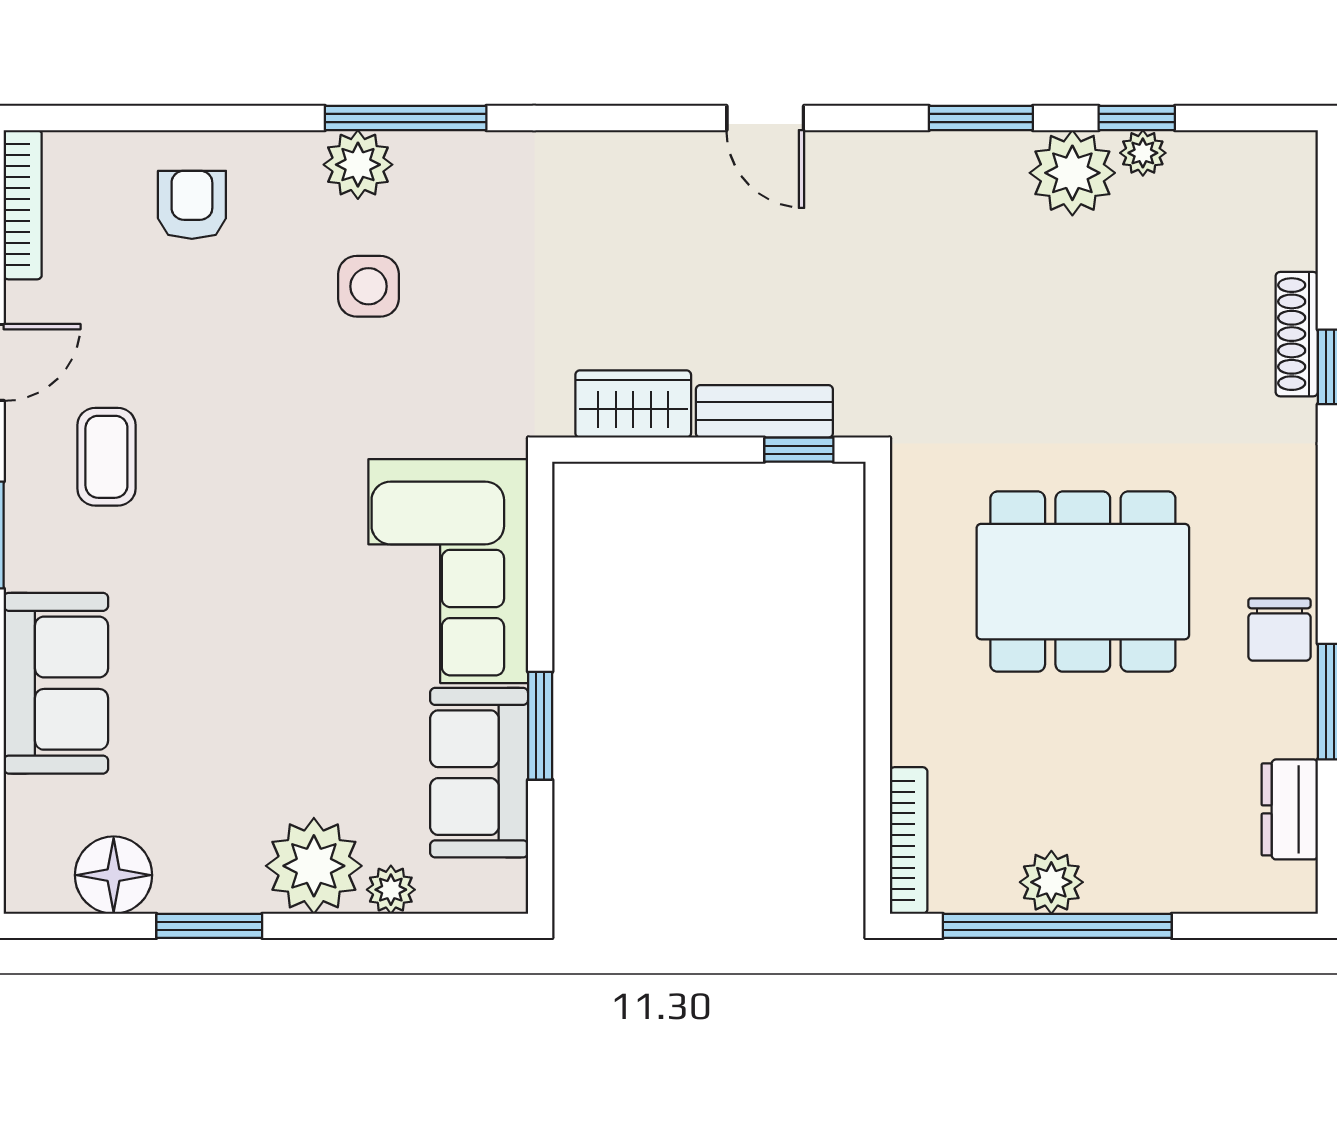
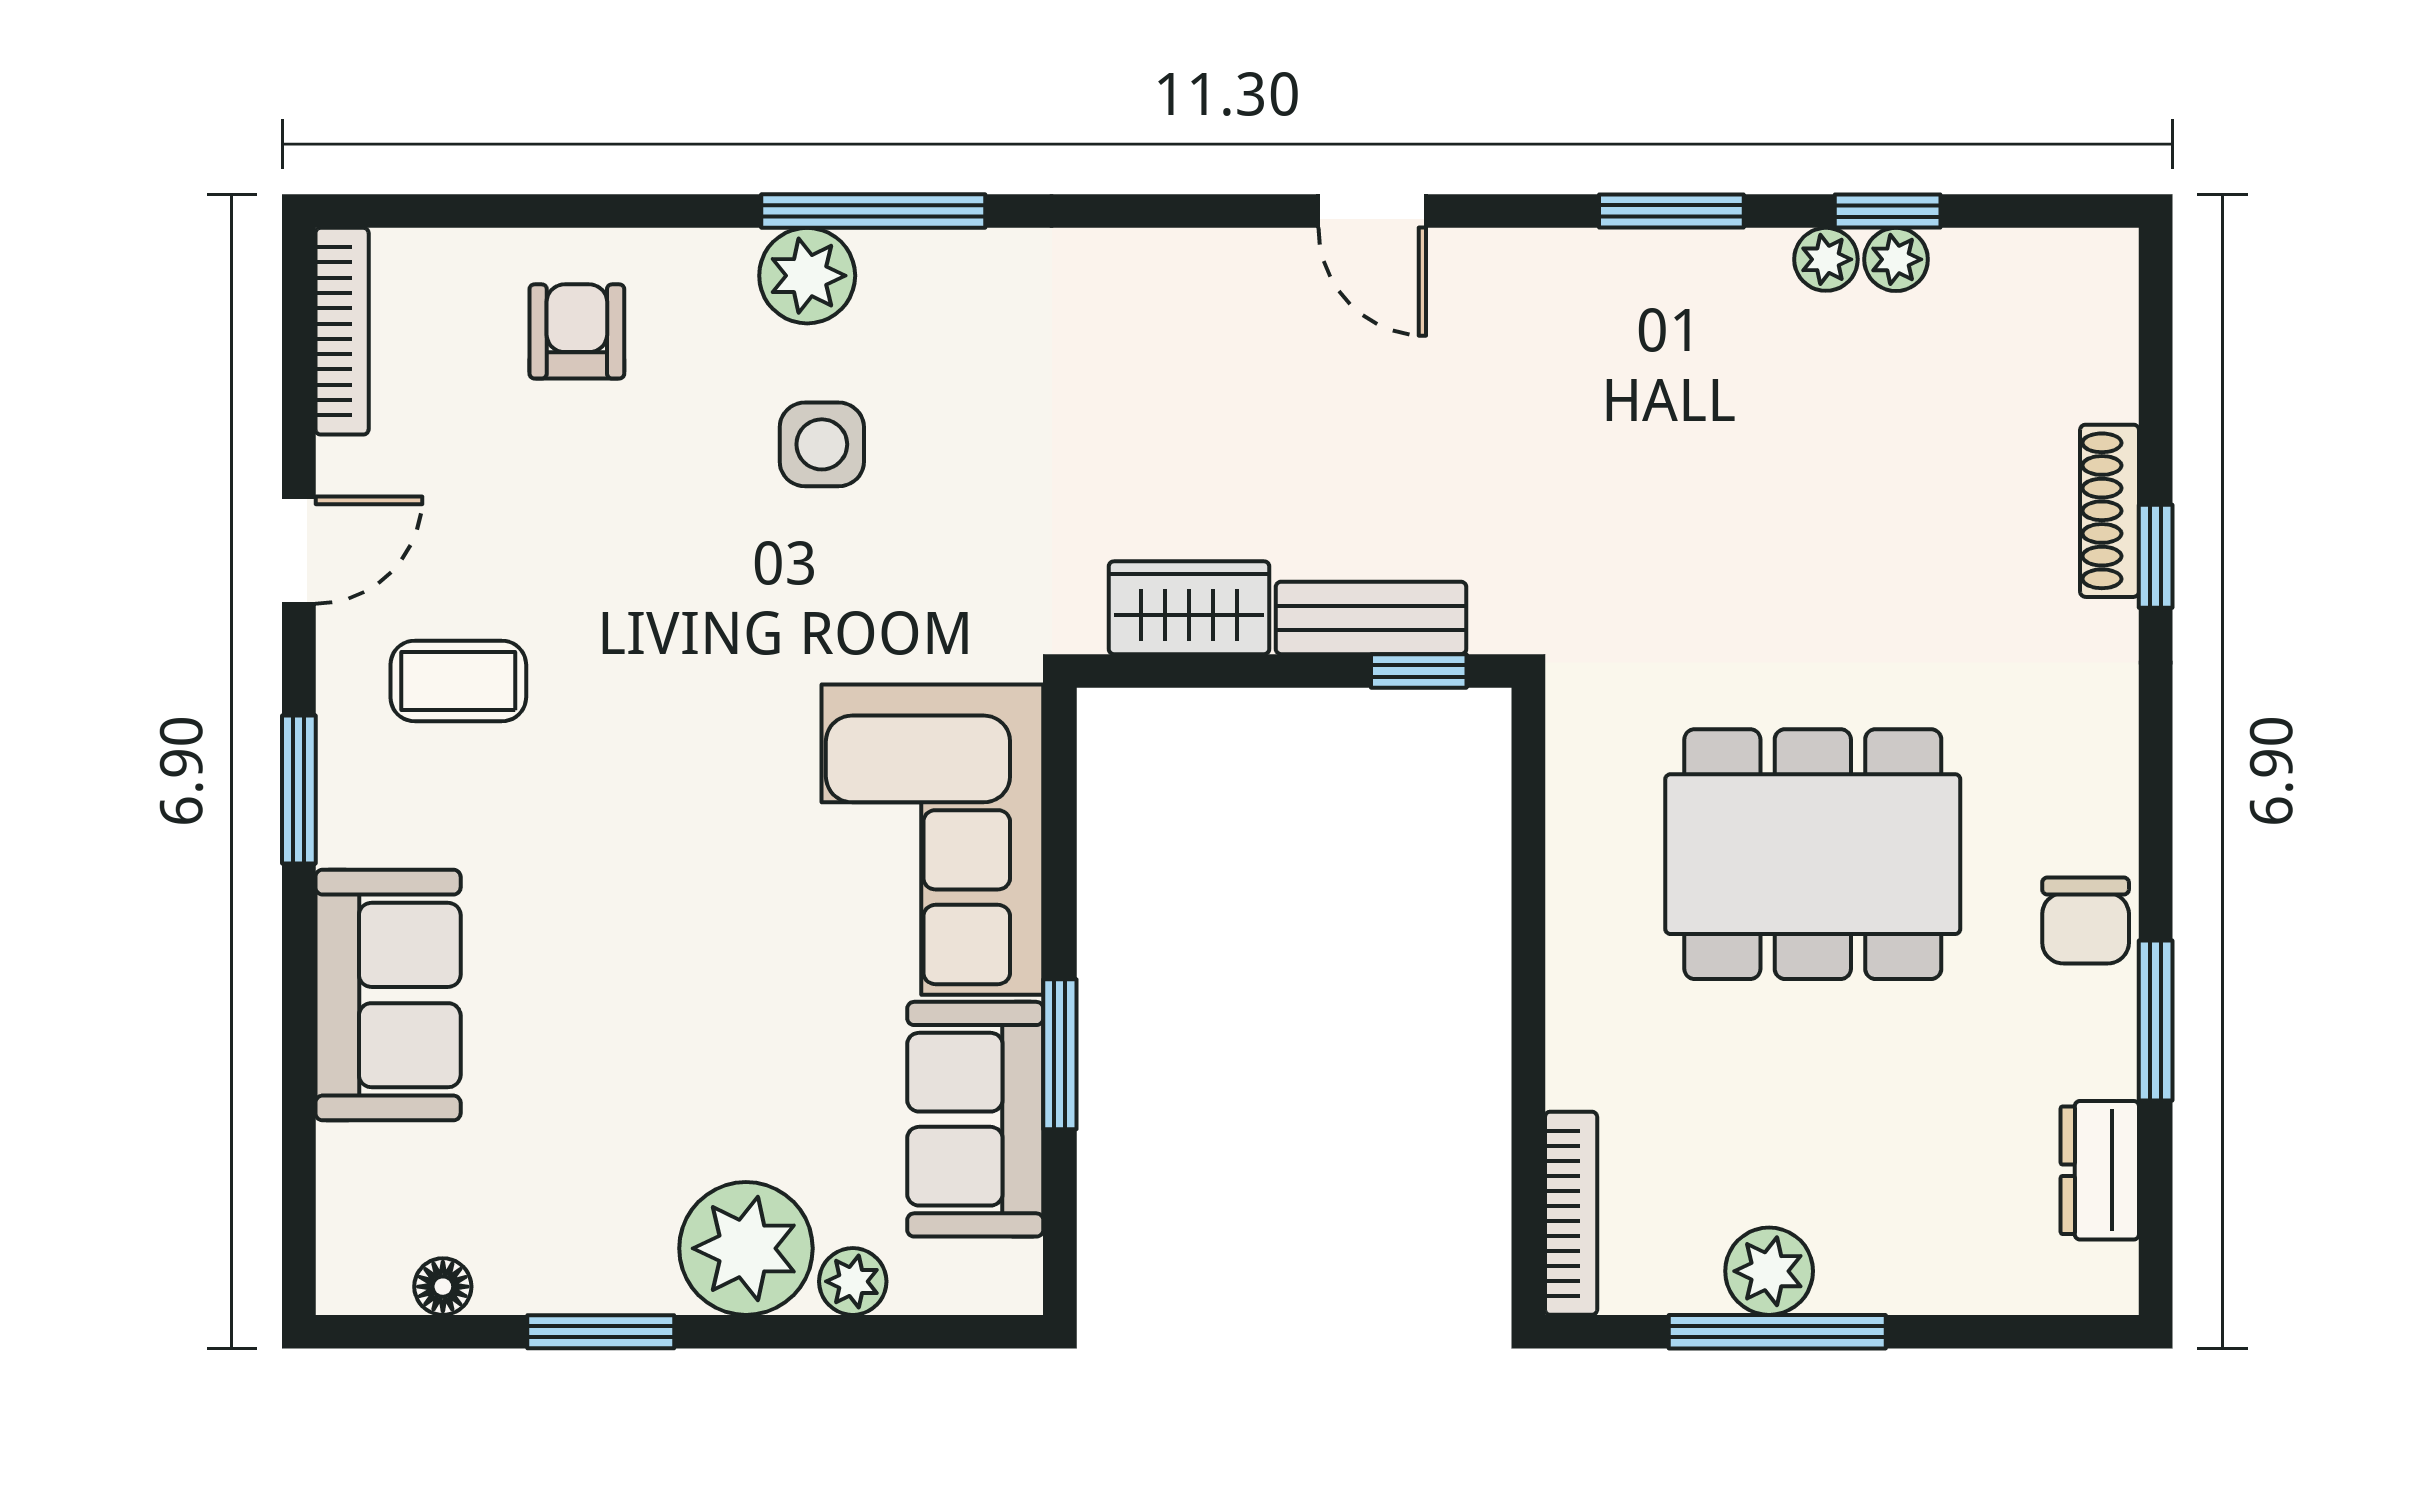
plant: (1072, 173) -> (1826, 259), width x0.53, depth x0.53
coffee table: (106, 457) -> (458, 681), turned 90
floor lamp: (114, 875) -> (443, 1287), width x0.53, depth x0.53
window: (1057, 926) -> (1777, 1332), width x0.68

